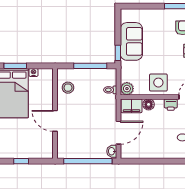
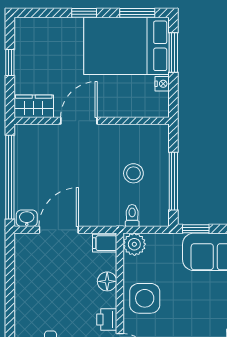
stool: (68, 88) -> (133, 173), moved
filing cabinet: (132, 106) -> (105, 243), width x0.50
door: (119, 133) -> (59, 230), swing flipped
wardrobe: (47, 147) -> (34, 106), added

